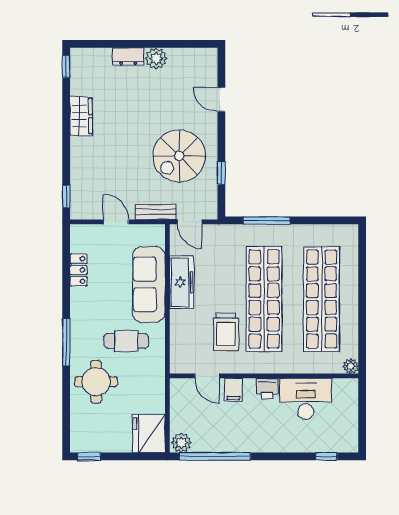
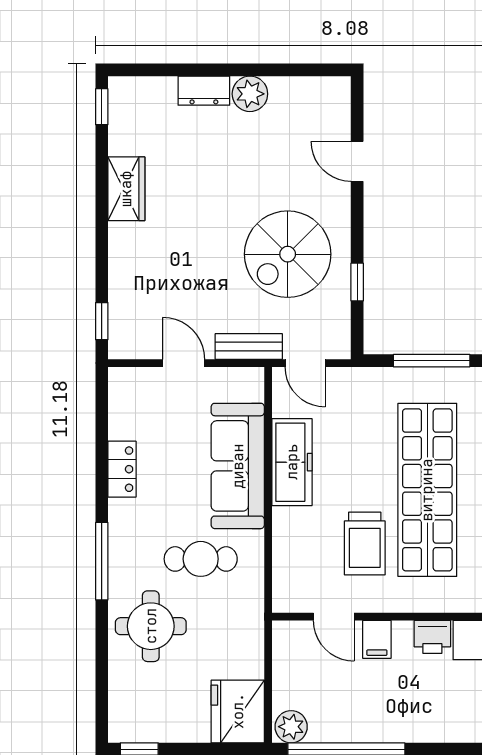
locker: (79, 270) -> (122, 469), moved

